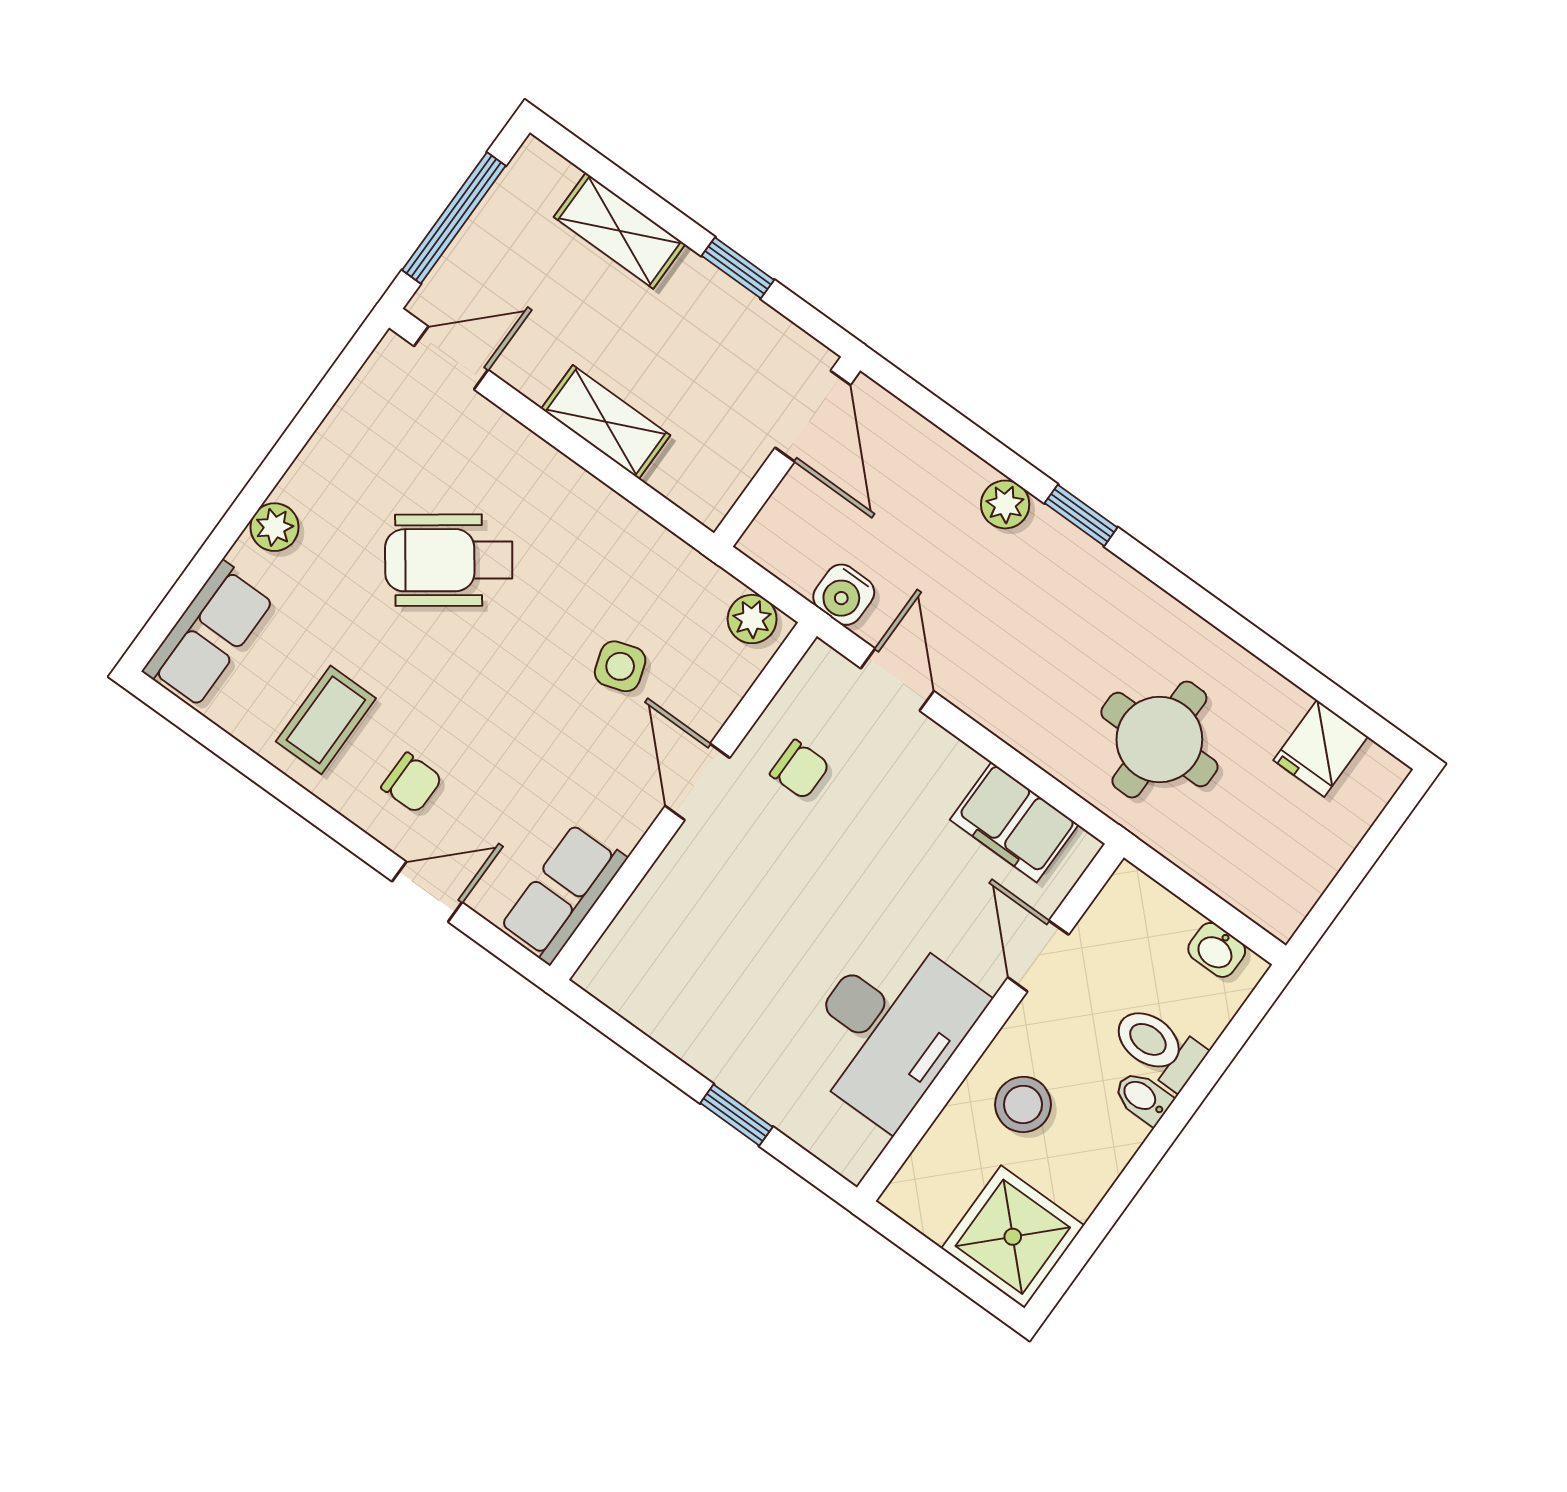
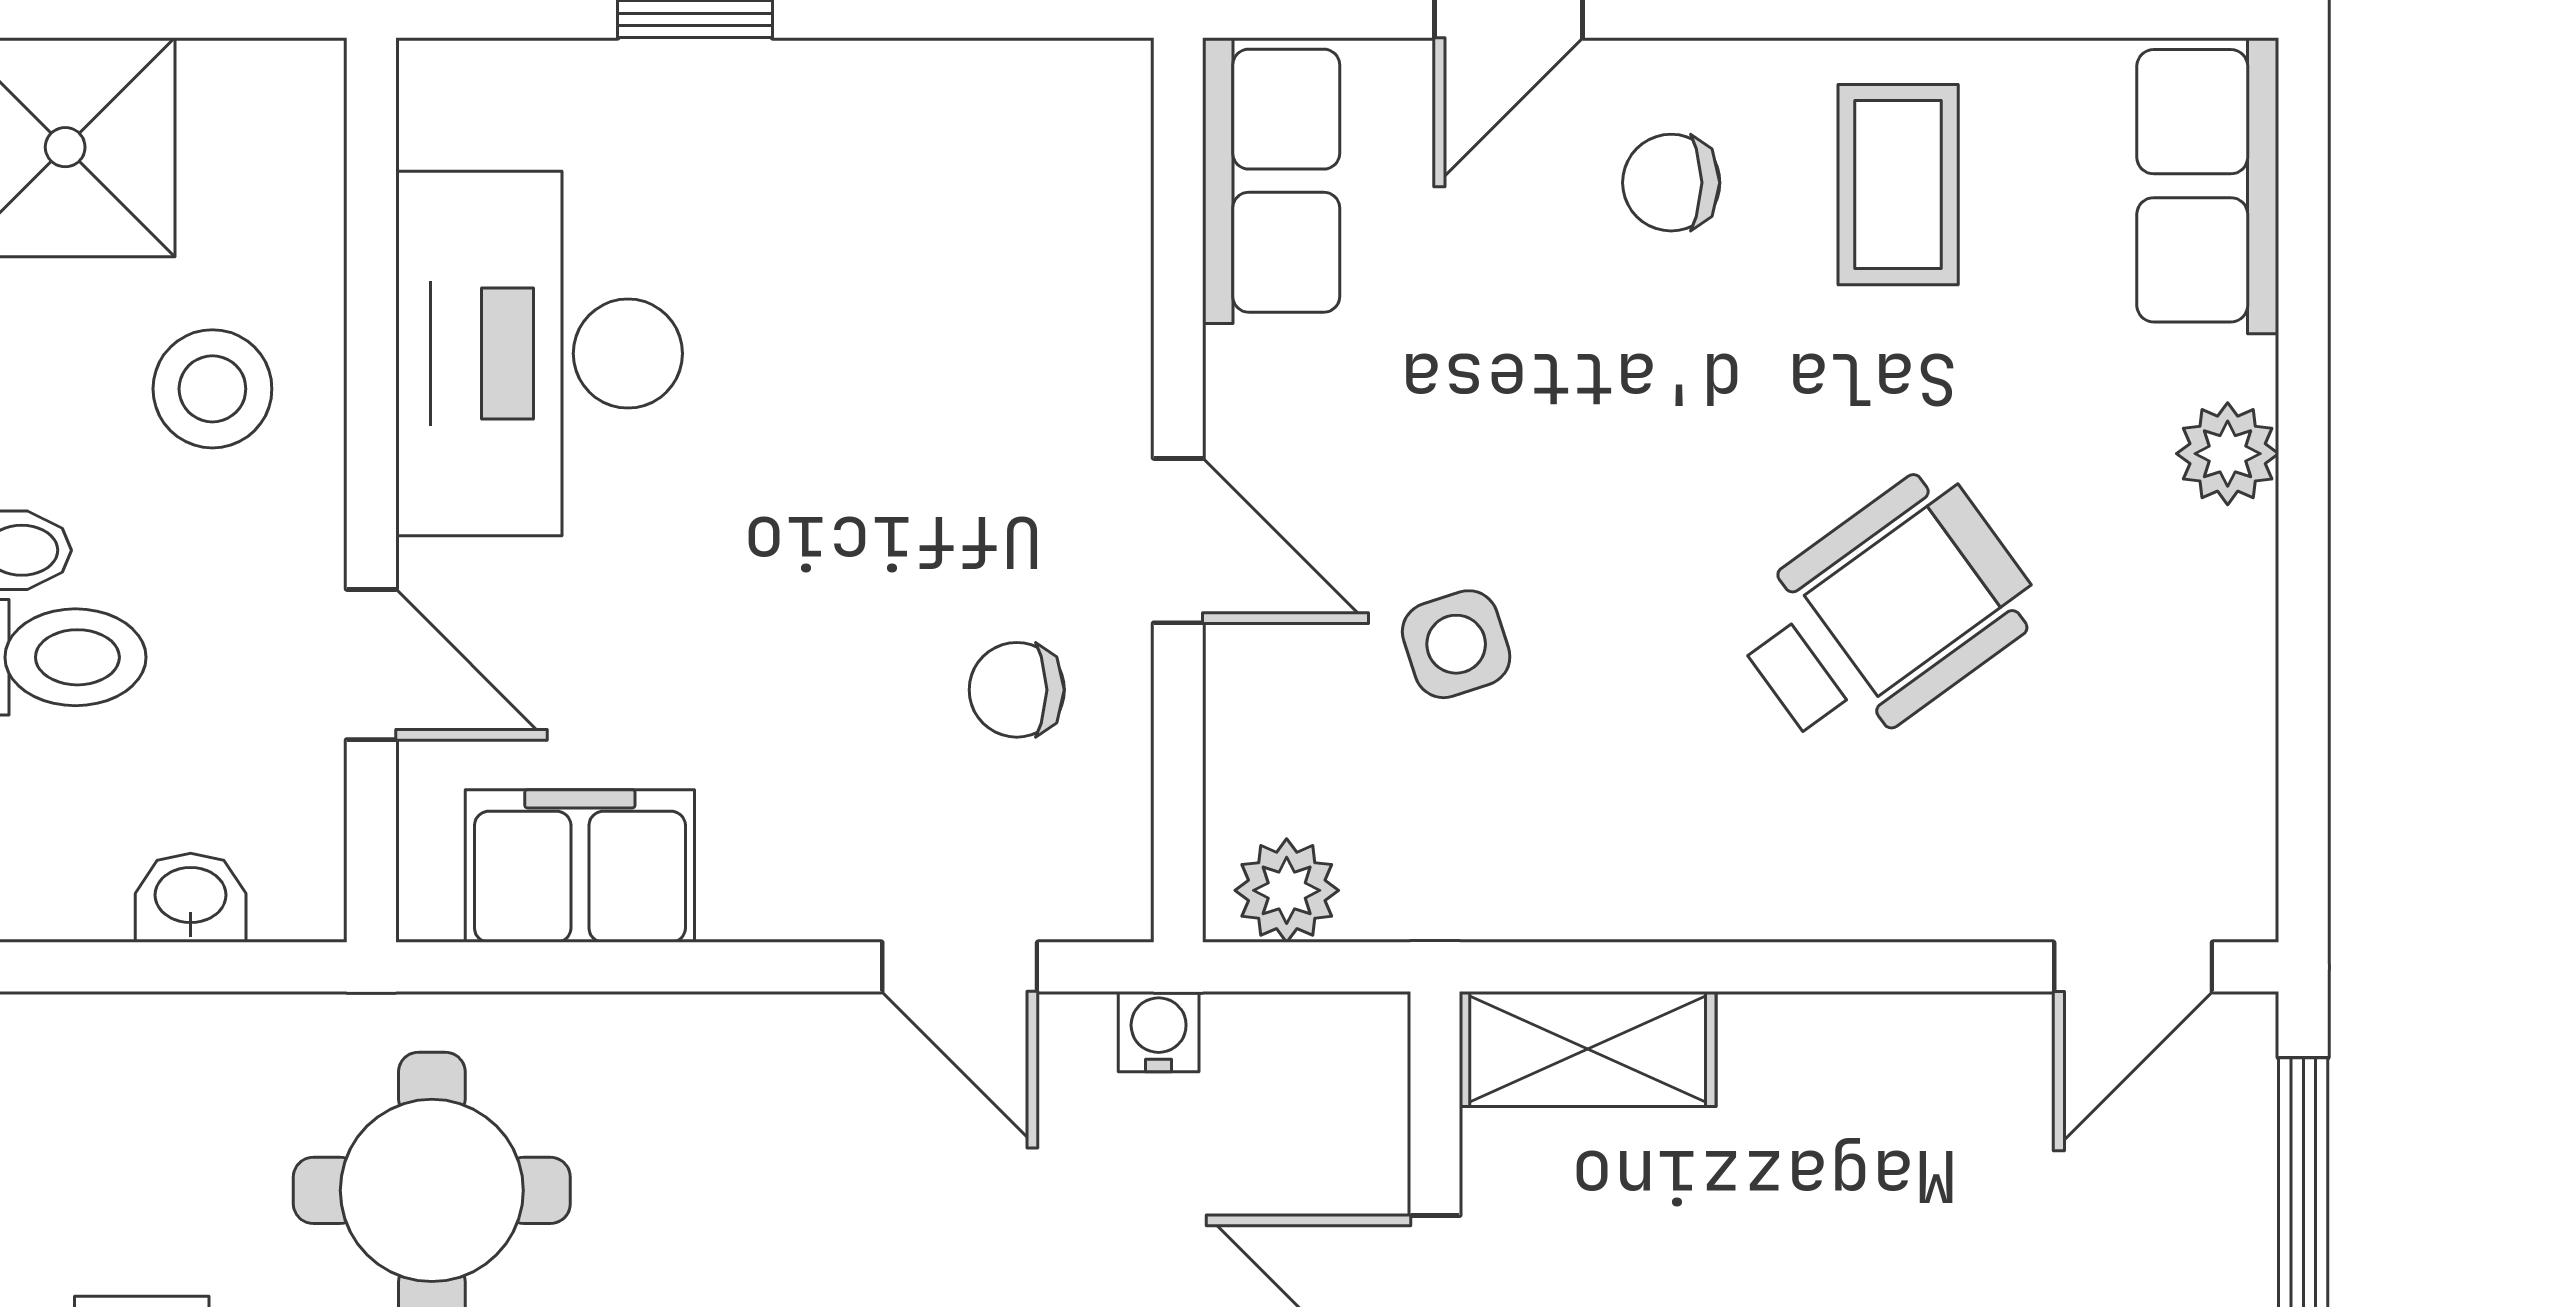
shelving: (606, 422) -> (1588, 1049), moved
water cooler: (844, 595) -> (1159, 1032), width x0.72, depth x0.72
washbasin: (1217, 950) -> (191, 898), moved

